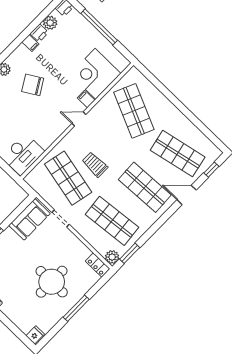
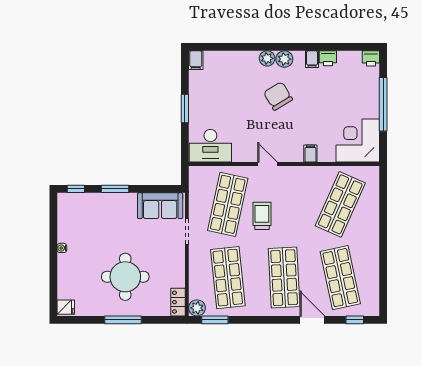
plant: (50, 23) -> (284, 59), moved
corner desk: (95, 74) -> (358, 141), moved
door: (79, 119) -> (268, 164), moved

